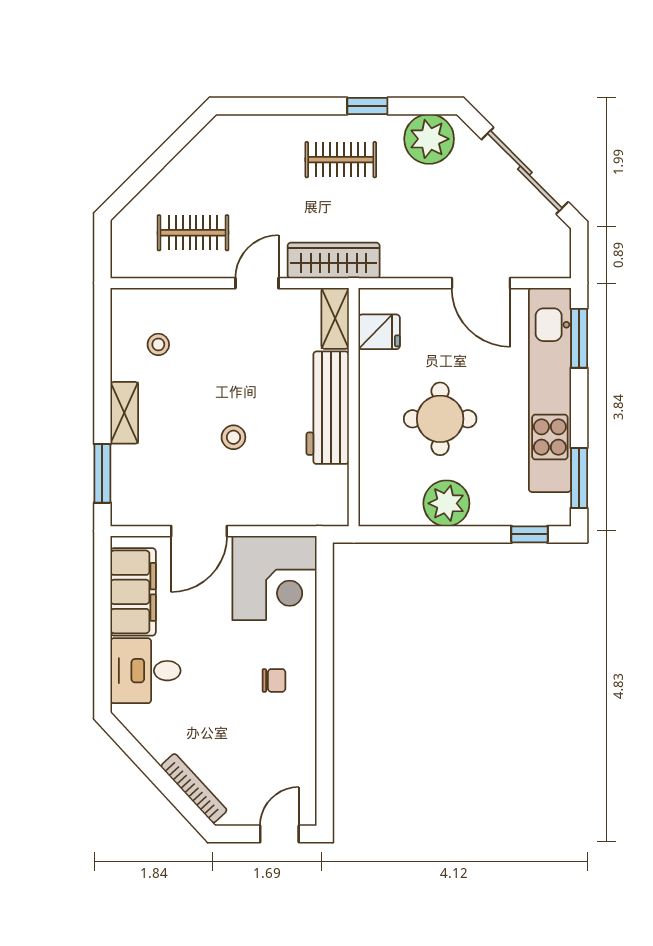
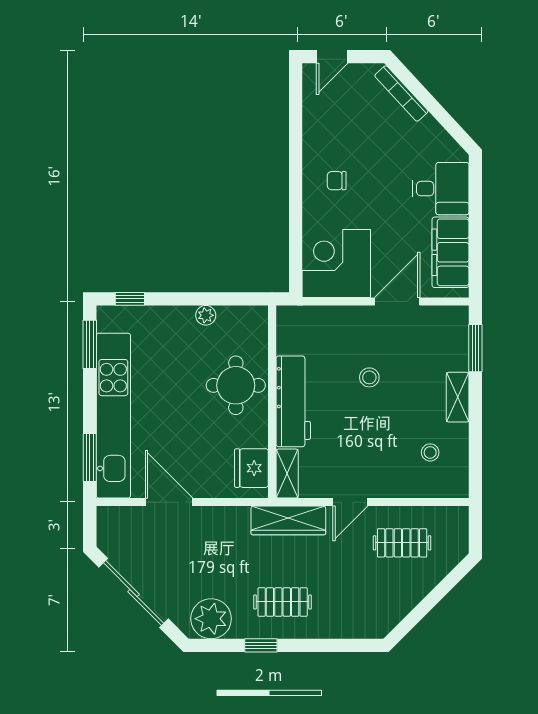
fridge: (379, 332) -> (251, 468), width x1.38
round table: (440, 419) -> (236, 385), moved
plant: (446, 503) -> (206, 315), width x0.53, depth x0.53

